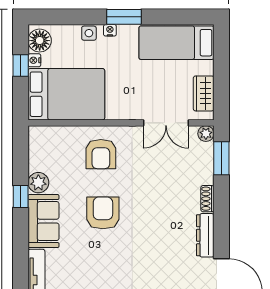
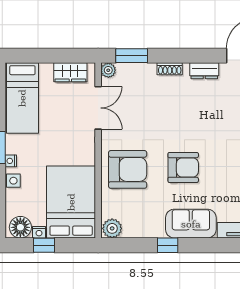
armchair: (101, 154) -> (128, 169), width x1.36, depth x1.36
plant: (38, 183) -> (112, 228), moved
armchair: (103, 213) -> (183, 167), turned 180
dresser: (205, 235) -> (204, 71), width x0.70

